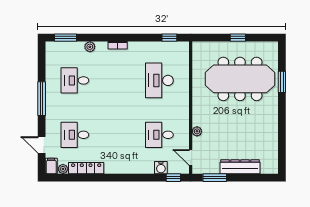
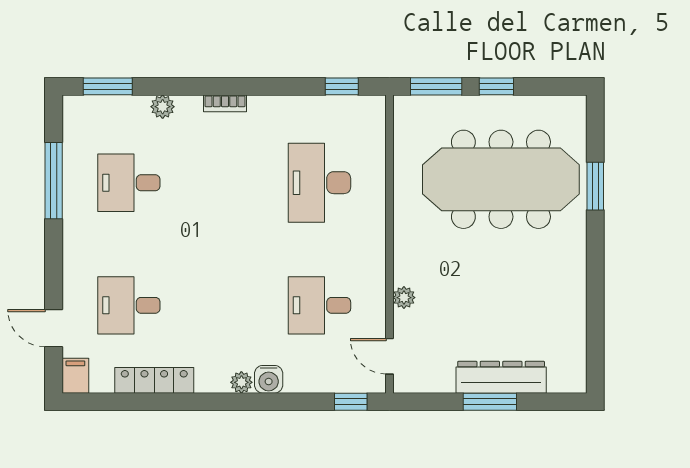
window: (211, 38) -> (436, 86), added
window: (42, 99) -> (54, 181), moved
water cooler: (161, 168) -> (269, 379), moved
plant: (63, 169) -> (241, 382), moved
window: (215, 178) -> (490, 402), moved

